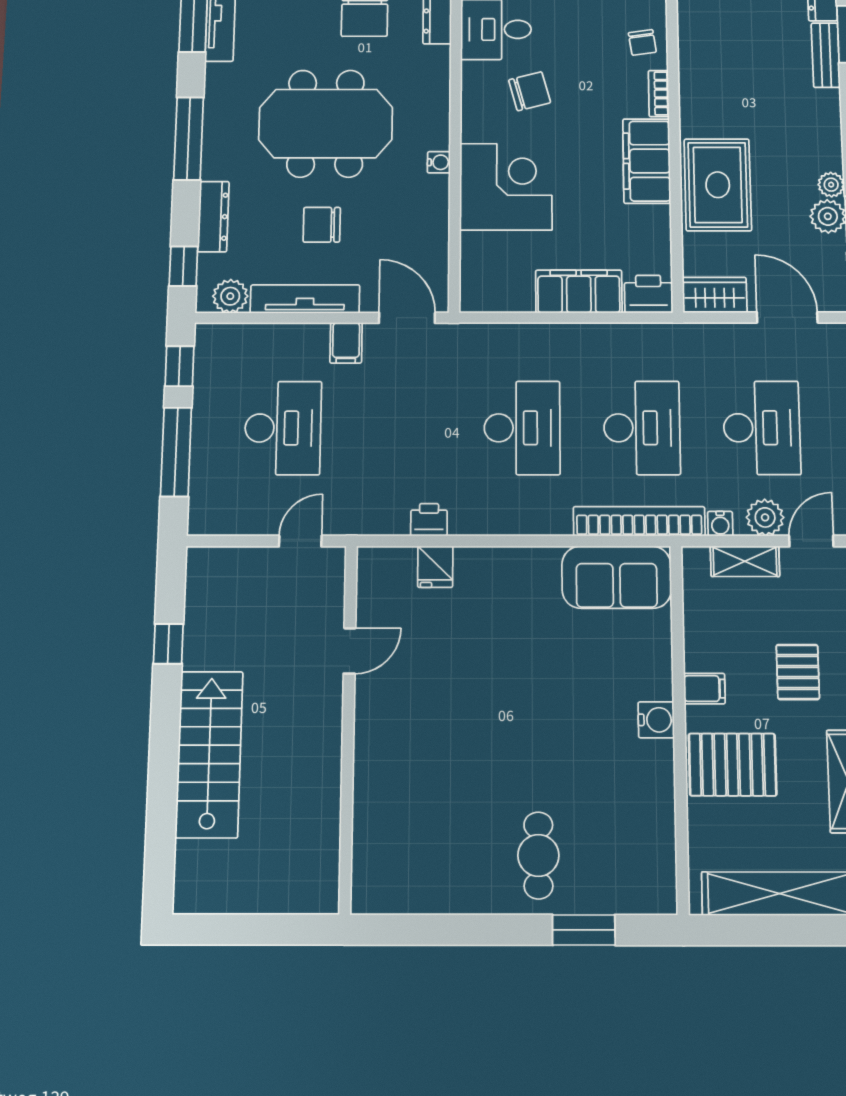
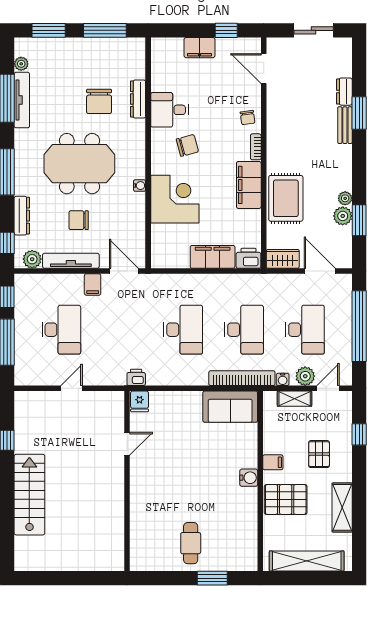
door: (350, 651) -> (127, 444), moved
wall: (348, 726) -> (127, 481), moved

